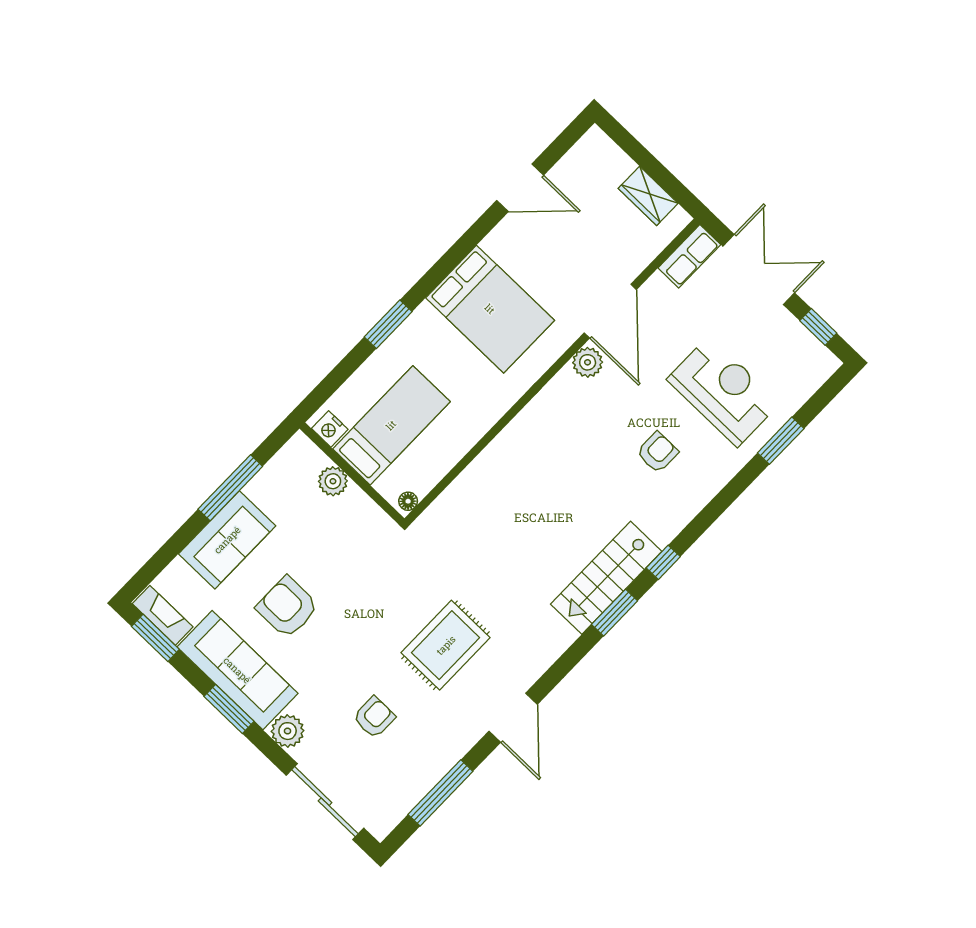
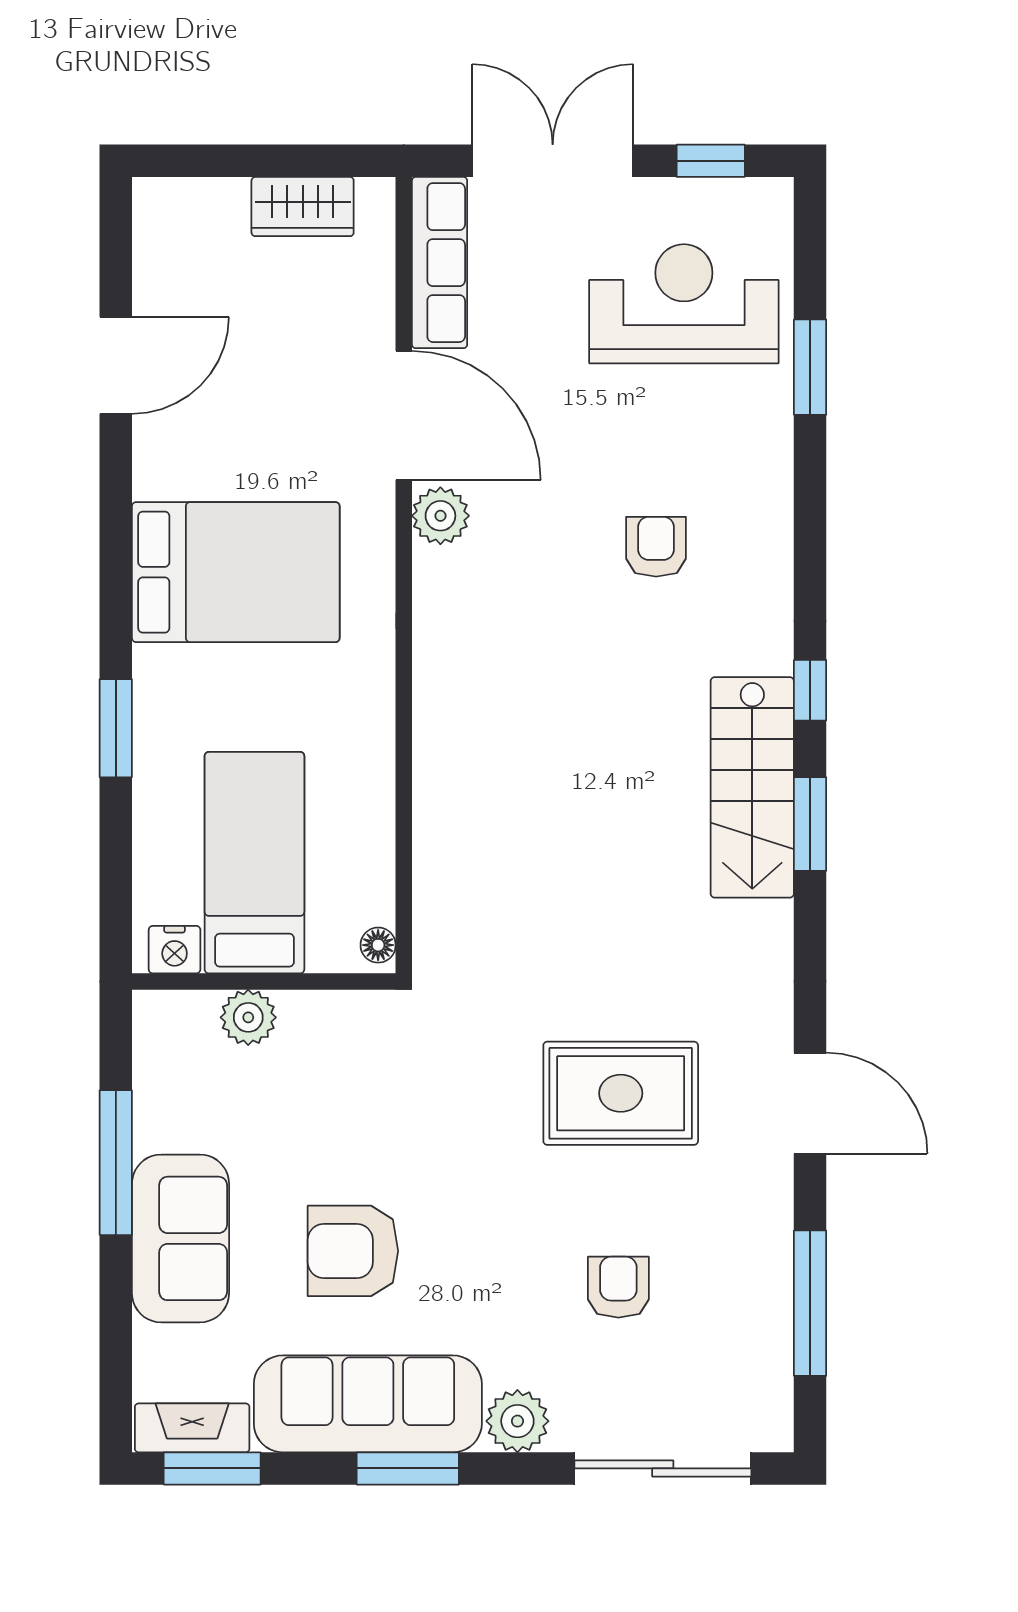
row of seats: (689, 256) -> (440, 263), width x1.48
reception desk: (723, 391) -> (684, 304), moved
rug: (446, 645) -> (621, 1093), turned 90

